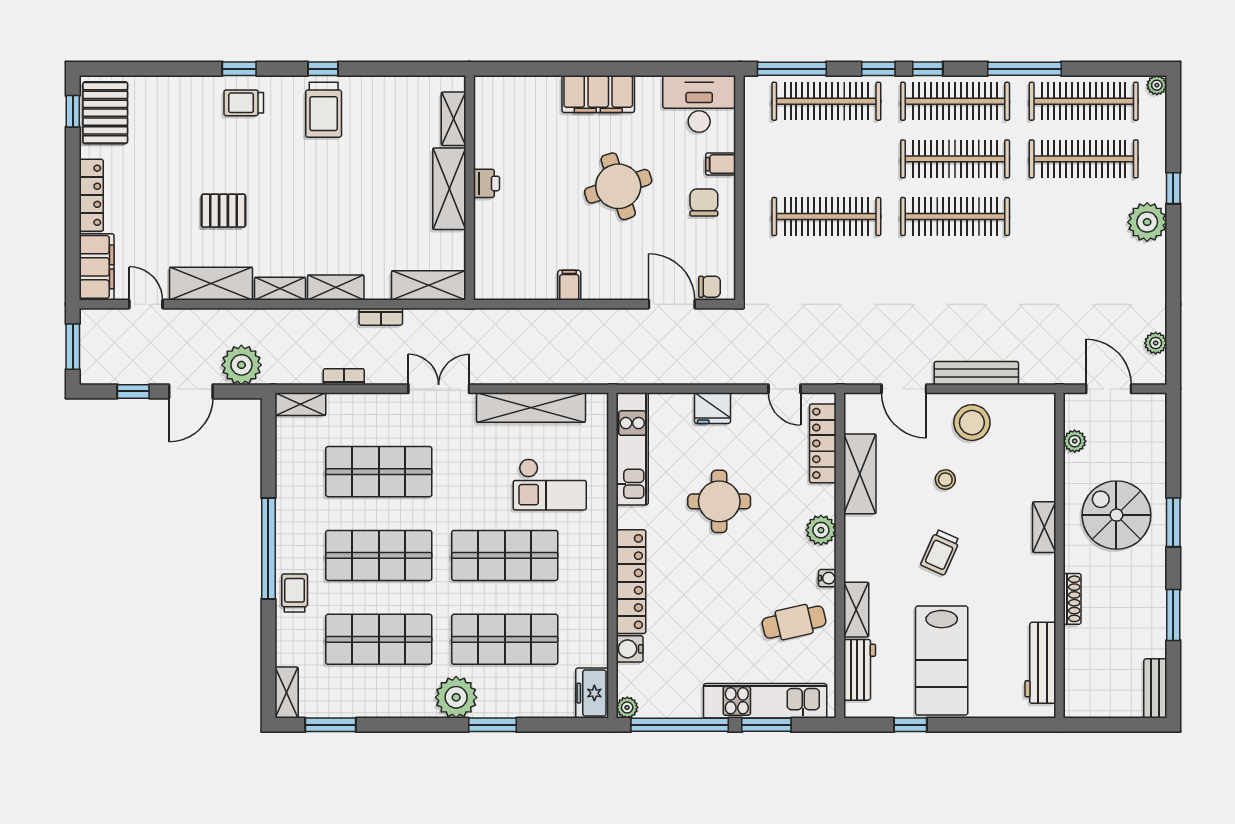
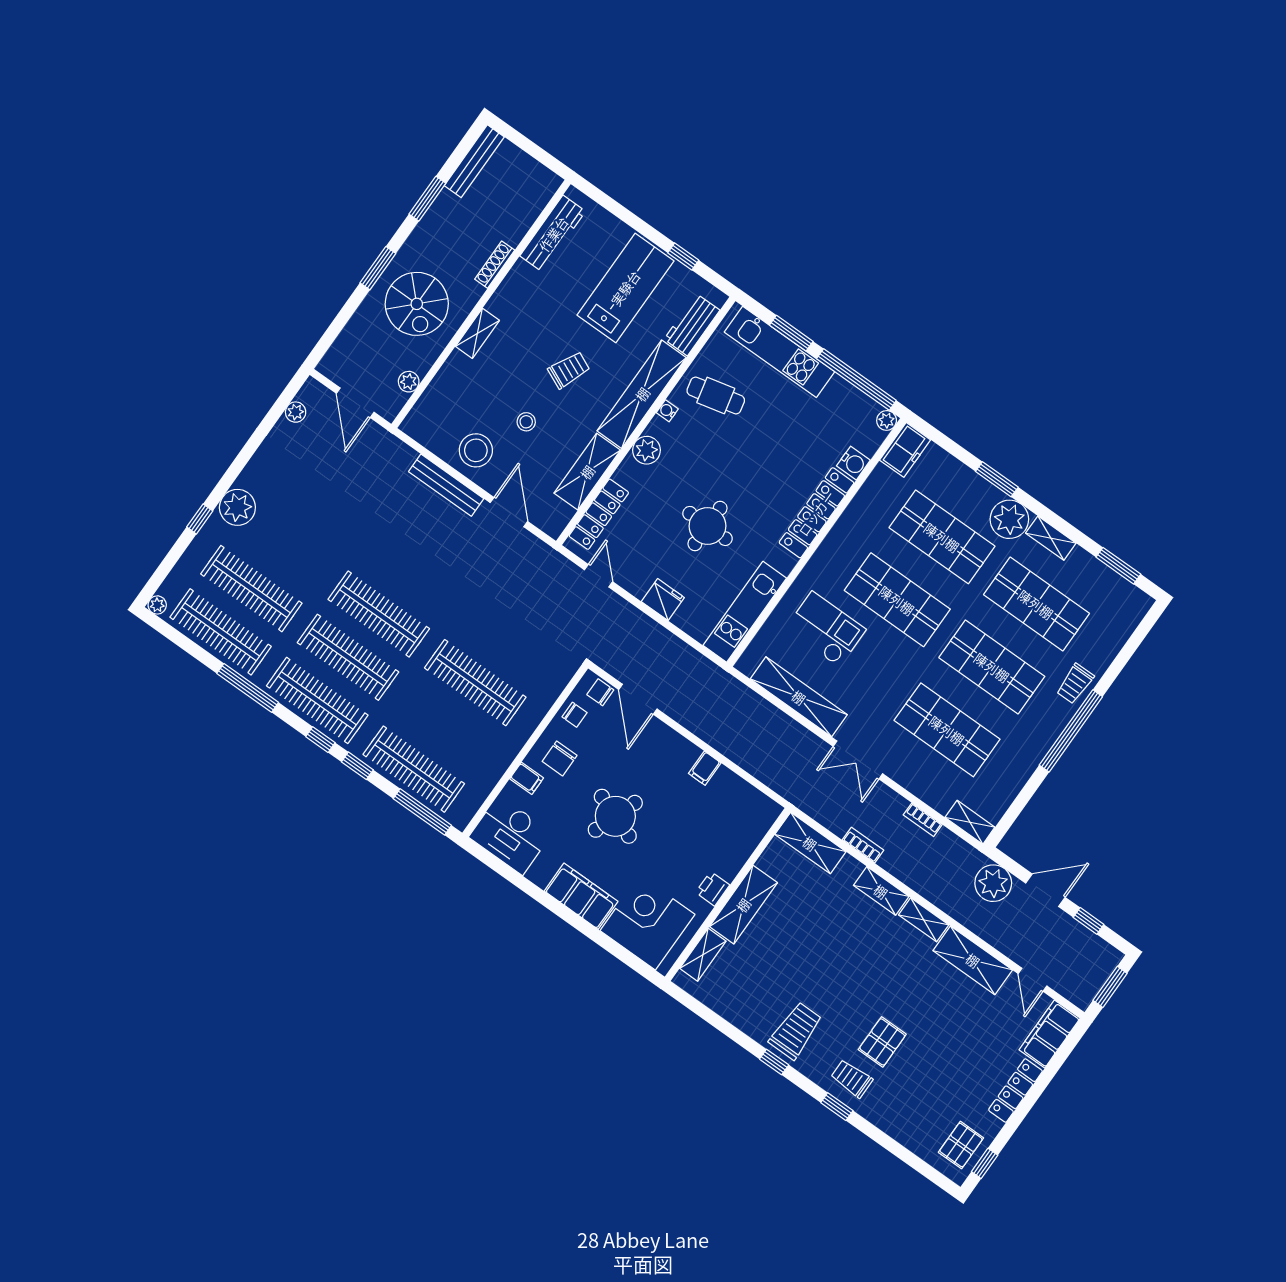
trolley: (244, 103) -> (852, 1079), turned 180
corner desk: (523, 112) -> (647, 923), added
pallet: (105, 113) -> (961, 1145), width x0.67, depth x0.71
round table: (618, 186) -> (615, 816), turned 38
pallet: (224, 211) -> (882, 1042), moved, turned 90
chair: (718, 251) -> (575, 715), added
shelving: (856, 610) -> (642, 394), width x2.20, depth x1.33
bench: (1155, 688) -> (474, 161), width x1.36
shelving: (287, 693) -> (1051, 538), moved, turned 90

